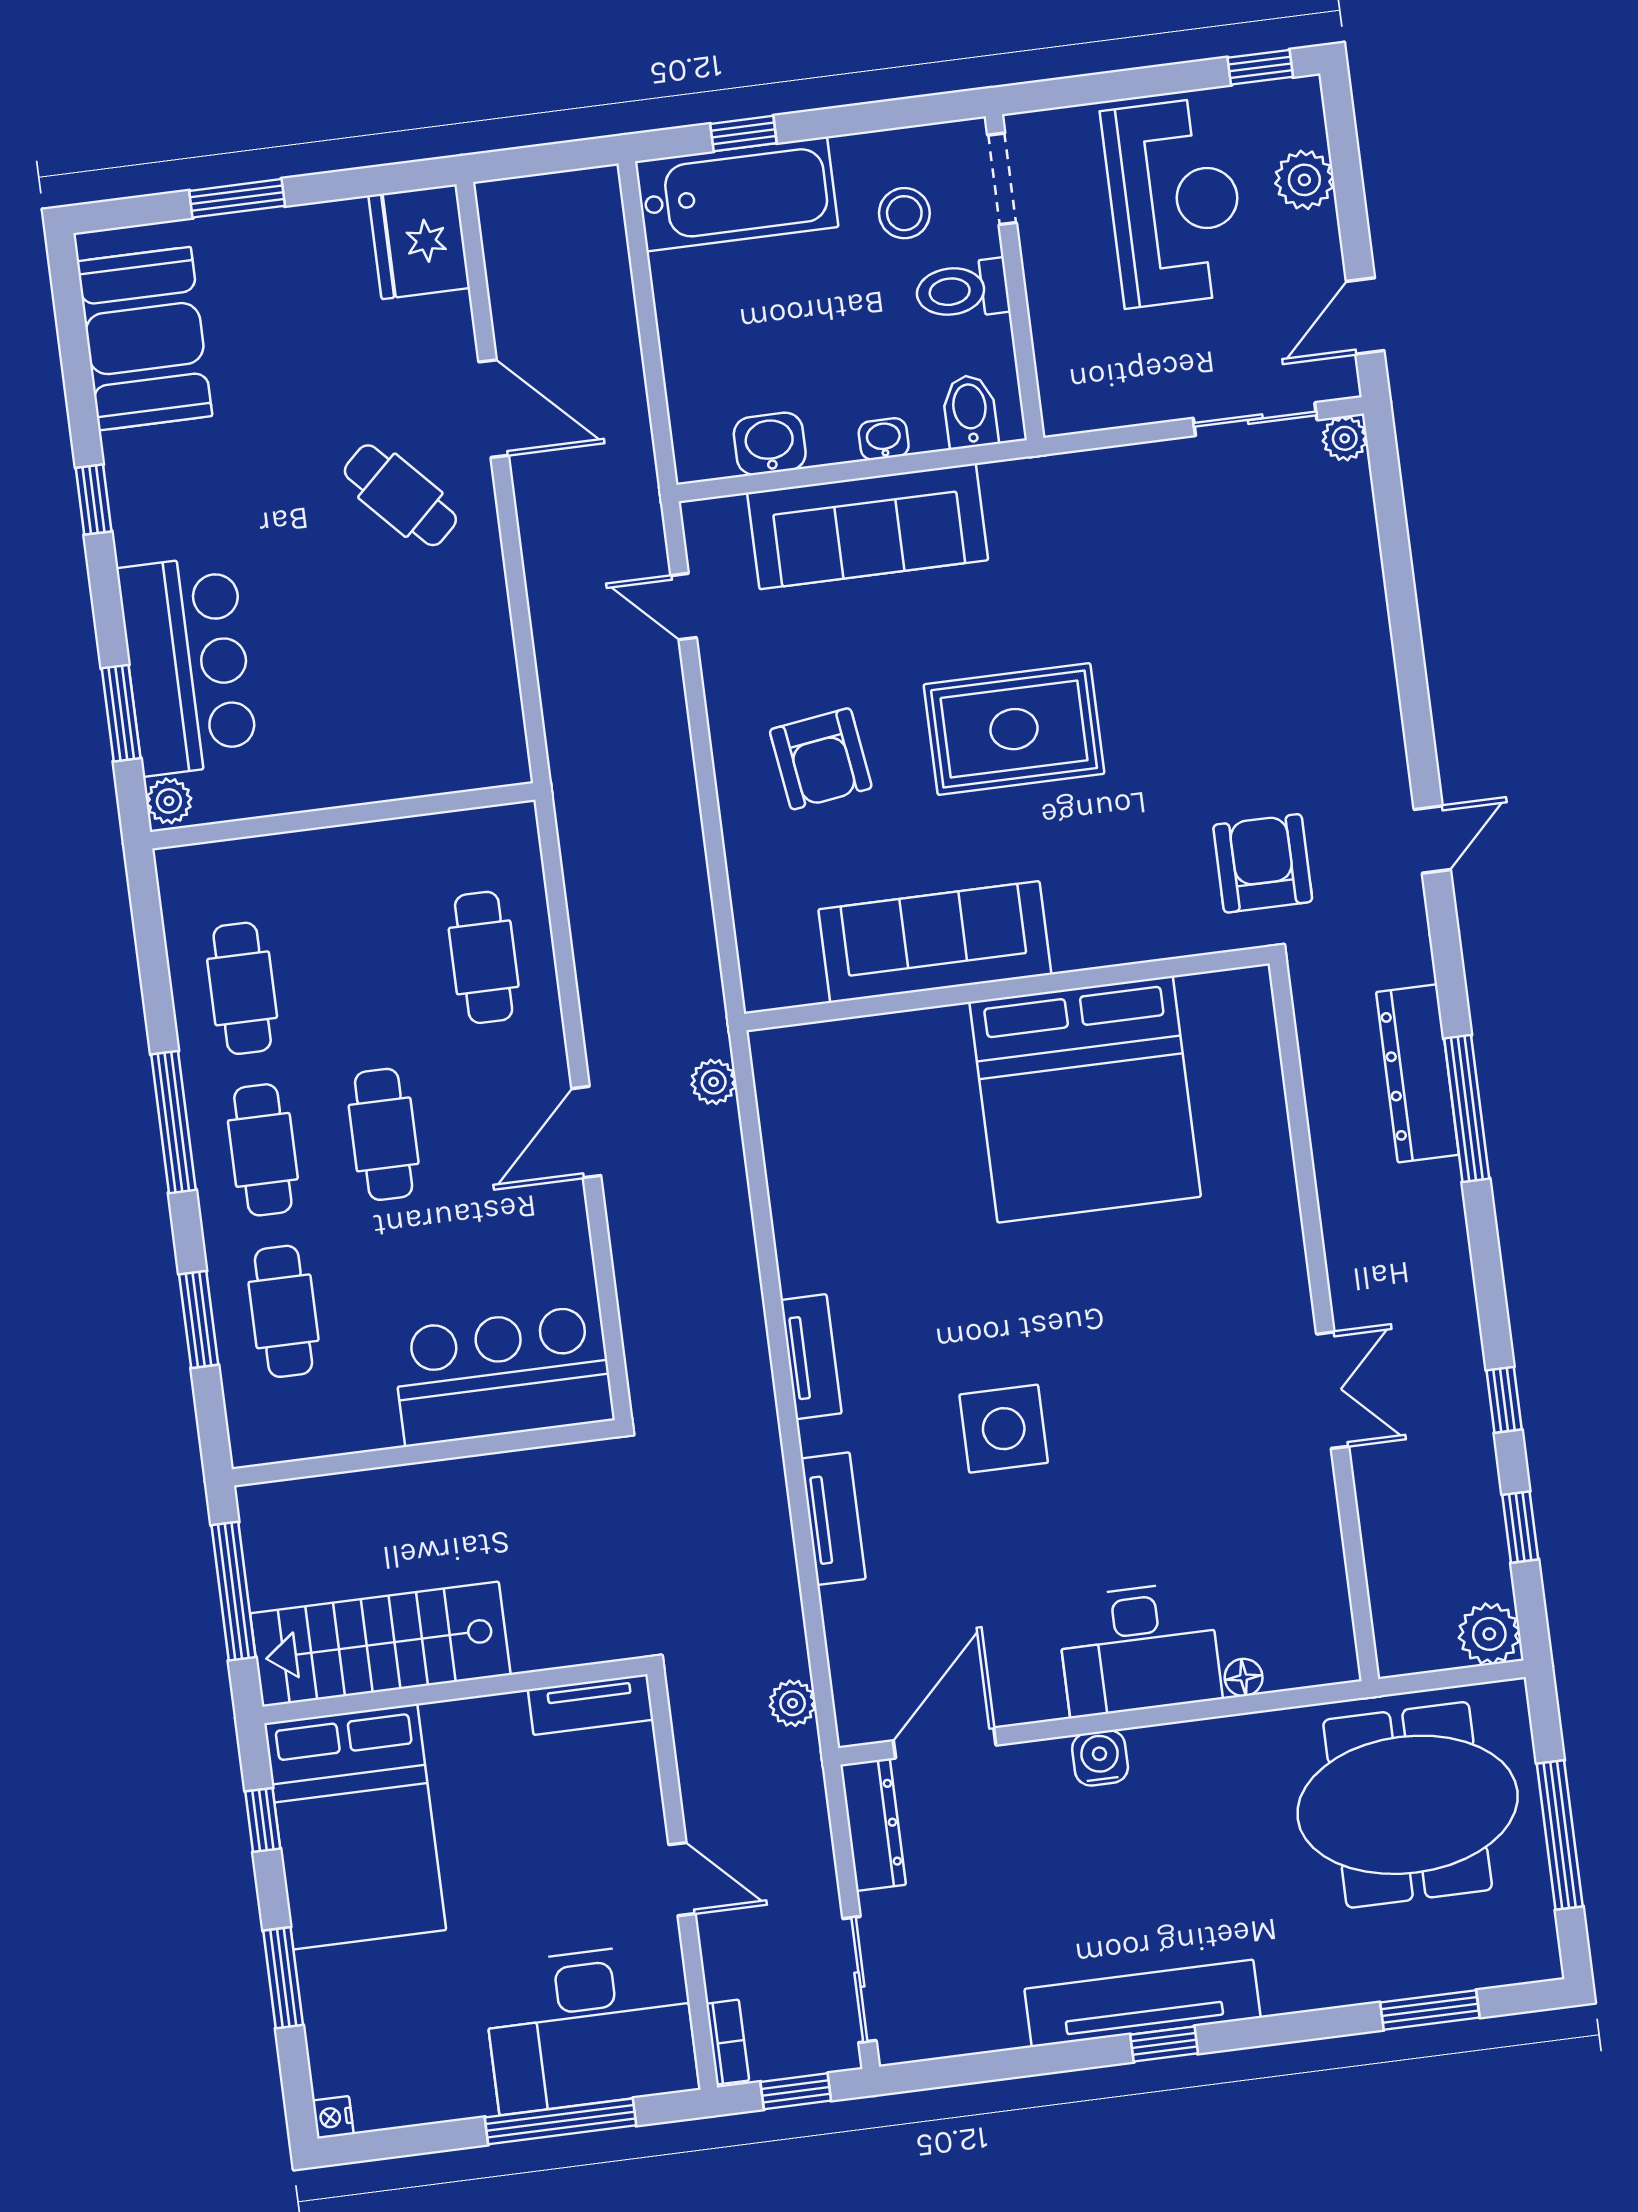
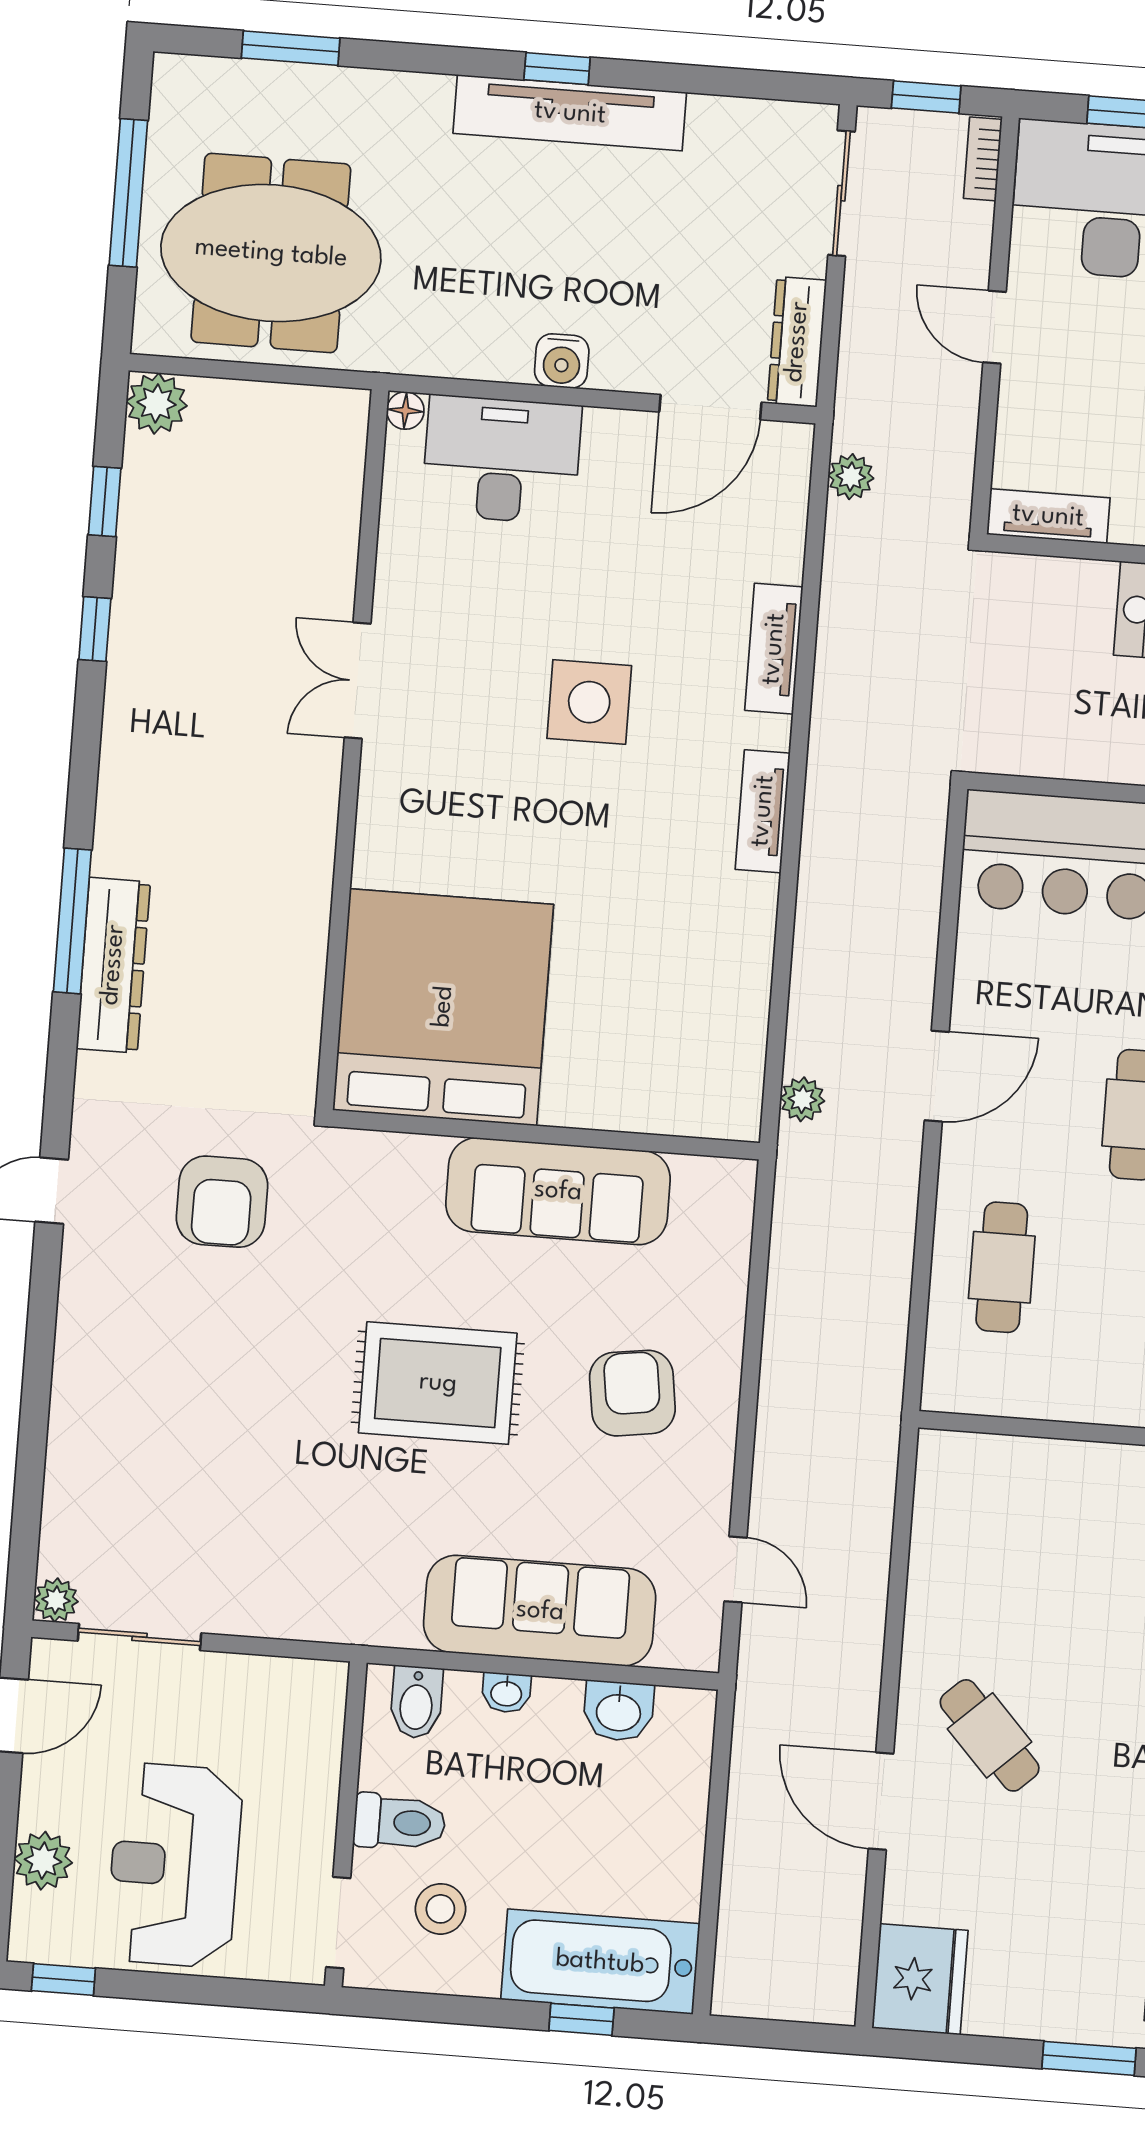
wall: (1324, 1321) -> (352, 750), moved
double door: (1333, 1390) -> (358, 681), moved

